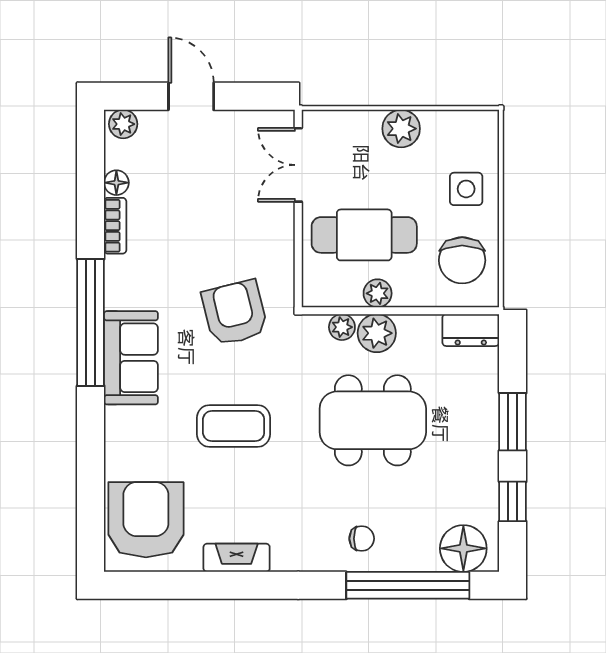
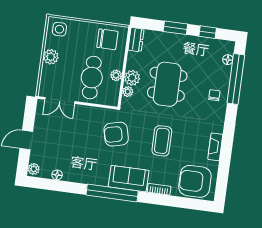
side table: (466, 189) -> (59, 29), moved
bookcase: (115, 226) -> (159, 189), moved
floor lamp: (463, 548) -> (228, 60), width x0.53, depth x0.53

